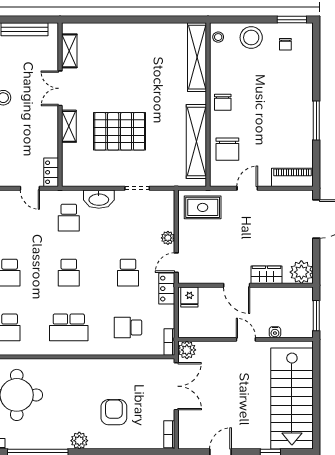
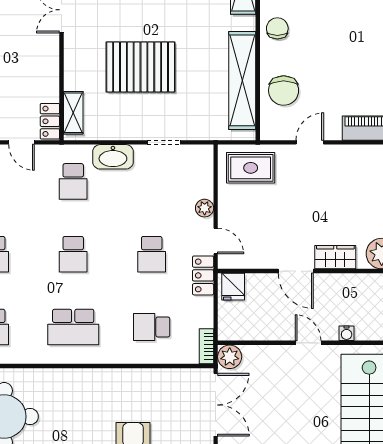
chair: (223, 102) -> (277, 28), turned 180
shelving: (69, 126) -> (73, 113), moved
door: (176, 263) -> (216, 241), swing flipped

